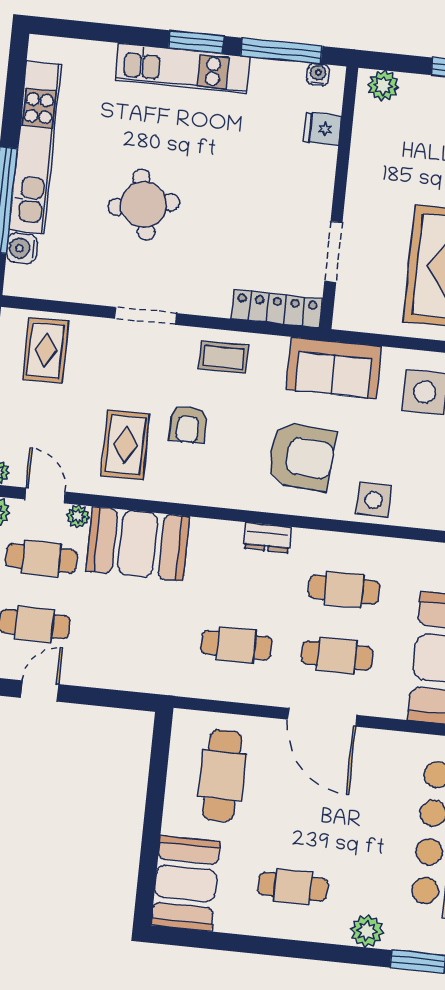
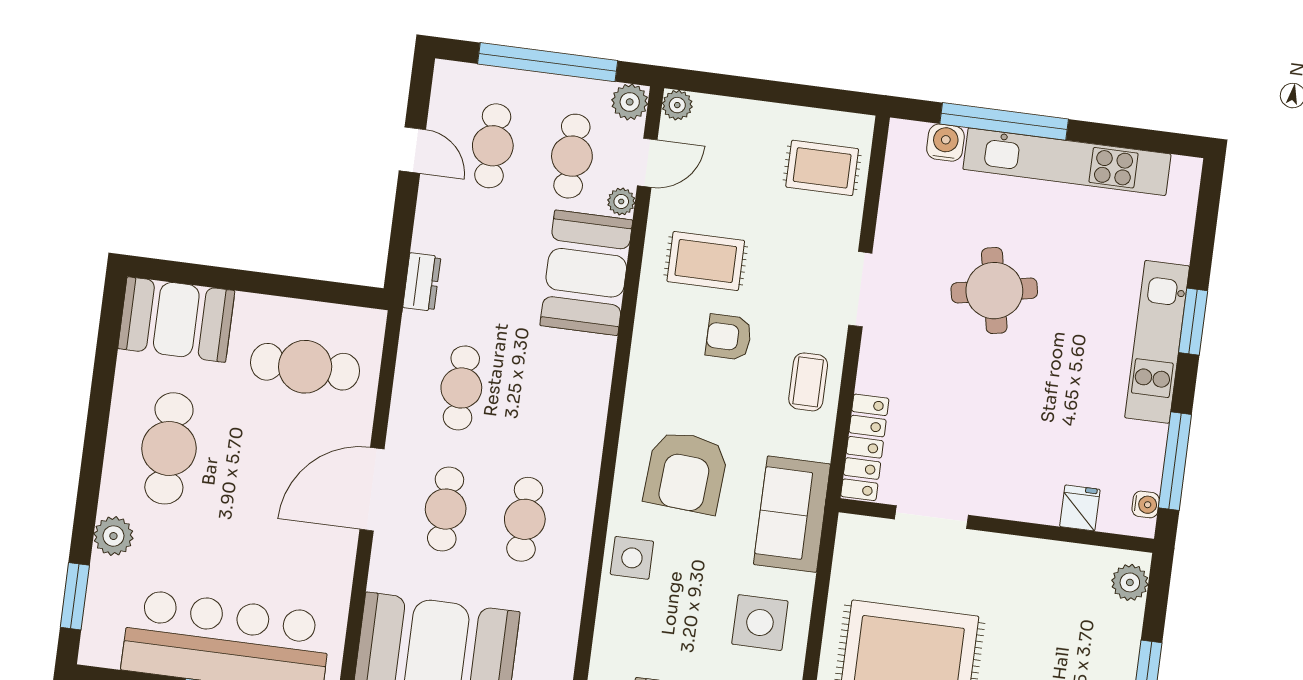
window: (196, 42) -> (1193, 322), moved
dresser: (267, 538) -> (422, 282), moved, turned 180
cafe table: (293, 887) -> (169, 448), width x1.37, depth x1.35

